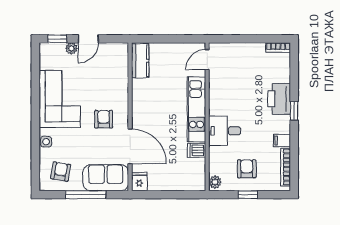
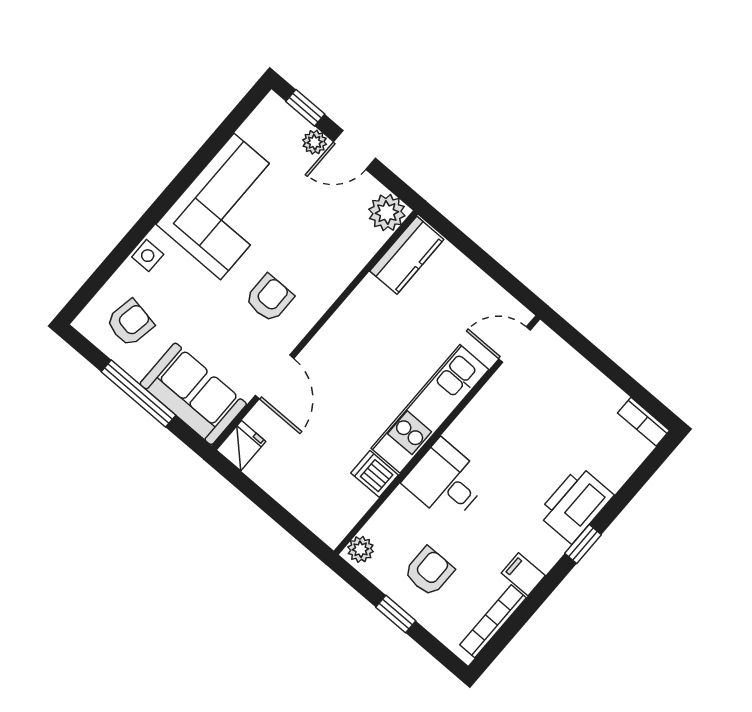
plant: (120, 51) -> (387, 213), added
door: (130, 146) -> (275, 377), width x0.73

